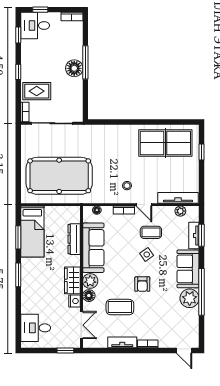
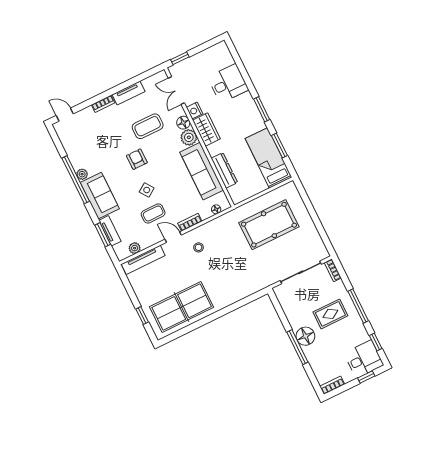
window: (18, 72) -> (358, 306), width x2.17
rug: (37, 91) -> (330, 314), moved
pool table: (59, 176) -> (269, 225), width x0.73, depth x0.76
plant: (190, 298) -> (82, 174), width x0.53, depth x0.53
desk: (36, 328) -> (228, 83), moved

